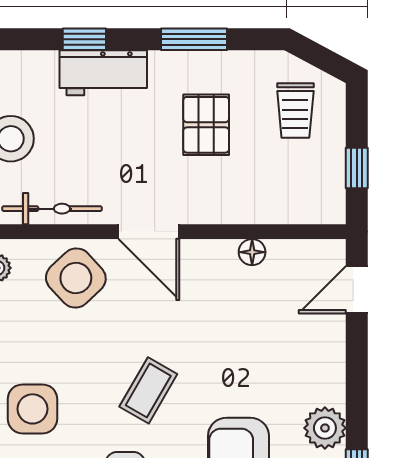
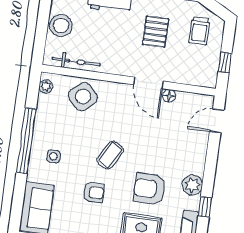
door: (149, 232) -> (148, 83), moved
side table: (32, 409) -> (53, 156), width x0.54, depth x0.54

